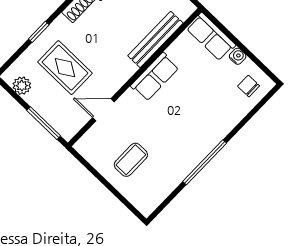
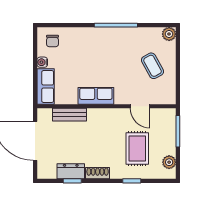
bench: (155, 39) -> (70, 115), width x0.73
coffee table: (131, 160) -> (153, 66), turned 61
plant: (146, 206) -> (169, 34), added

